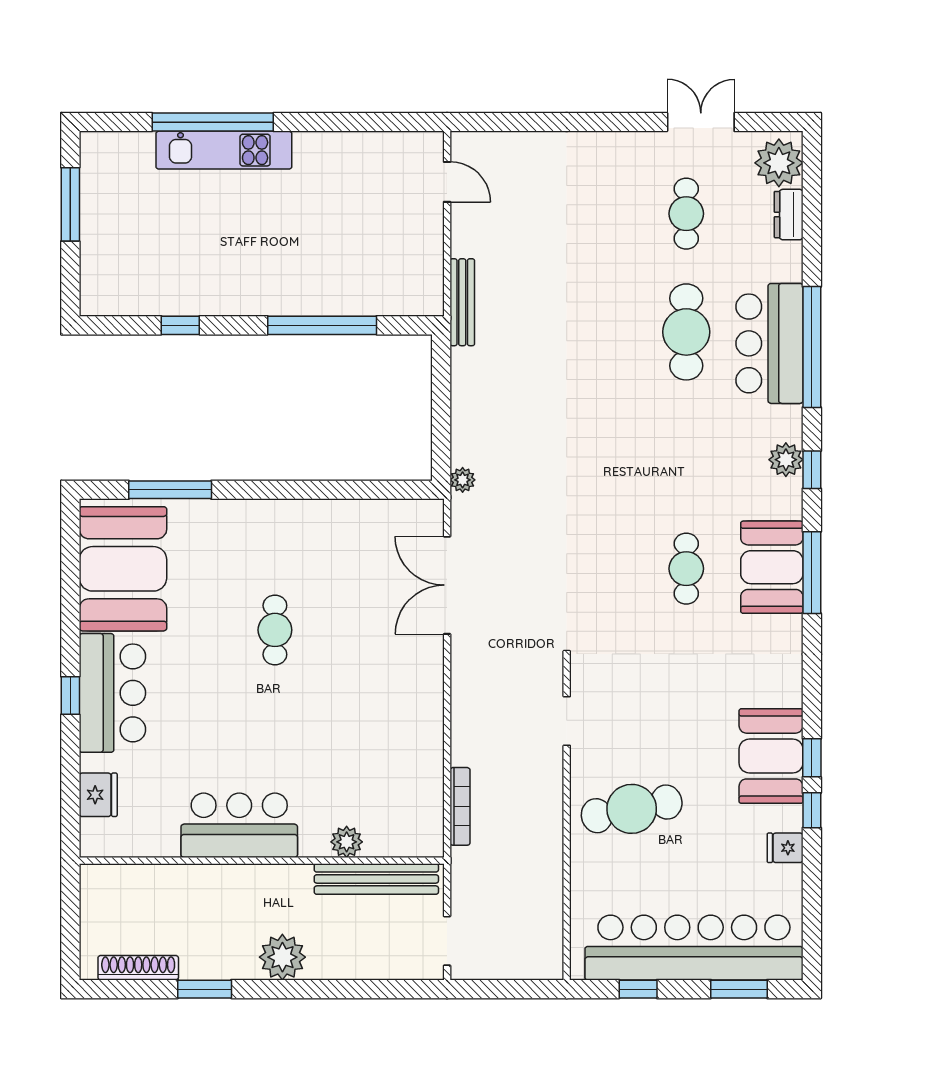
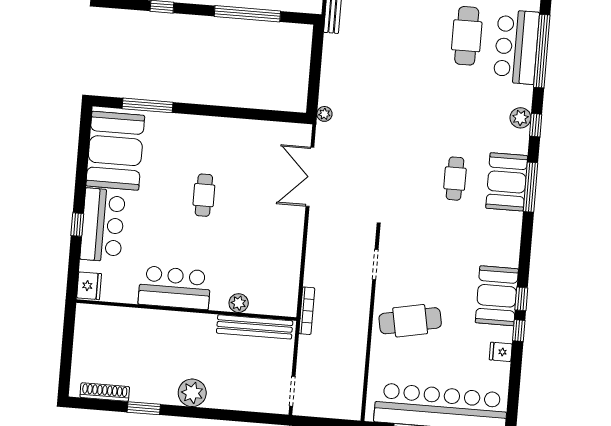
bar counter: (239, 825) -> (175, 288), moved
plant: (347, 842) -> (239, 303), moved
wall: (262, 861) -> (186, 310), moved
bench: (376, 879) -> (255, 327), moved

